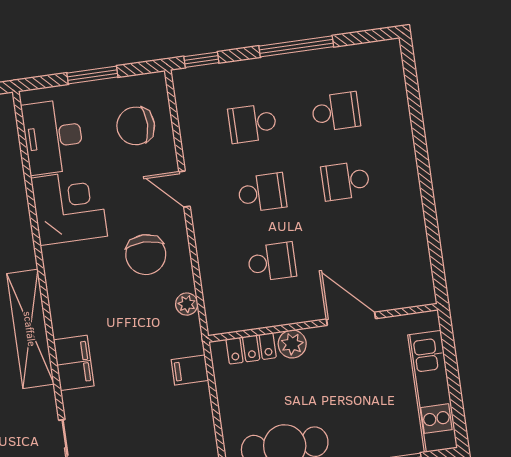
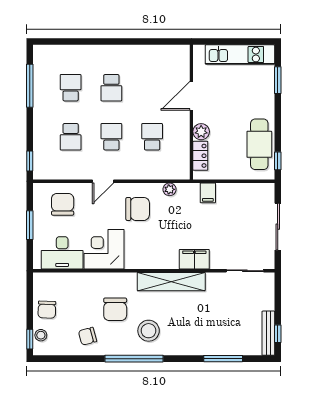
window: (296, 46) -> (30, 86), moved
chair: (136, 126) -> (63, 204), turned 180

